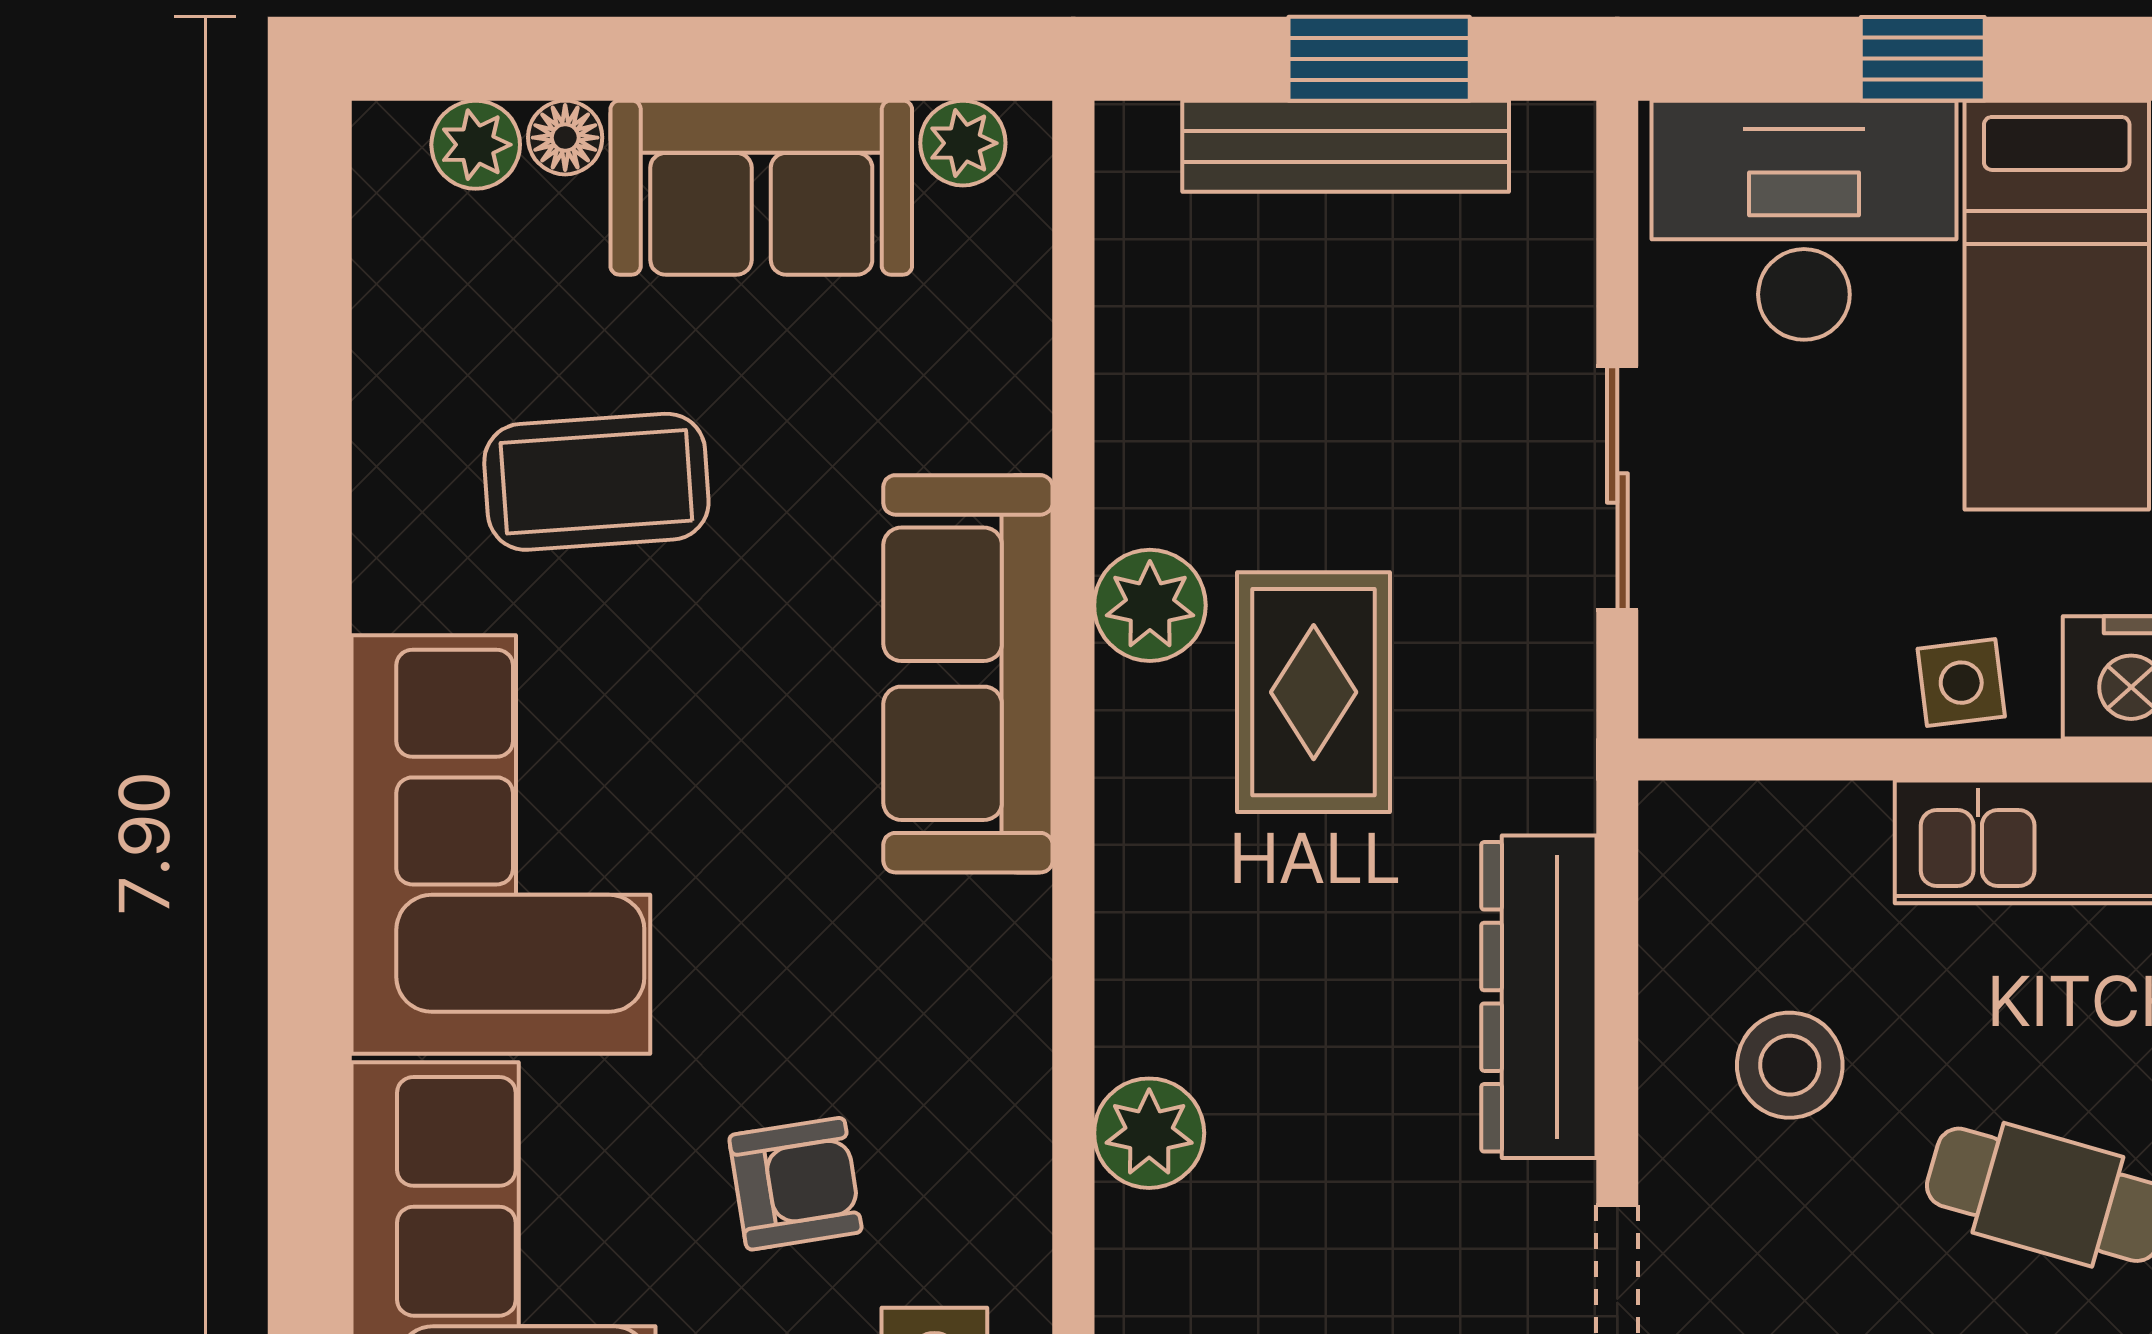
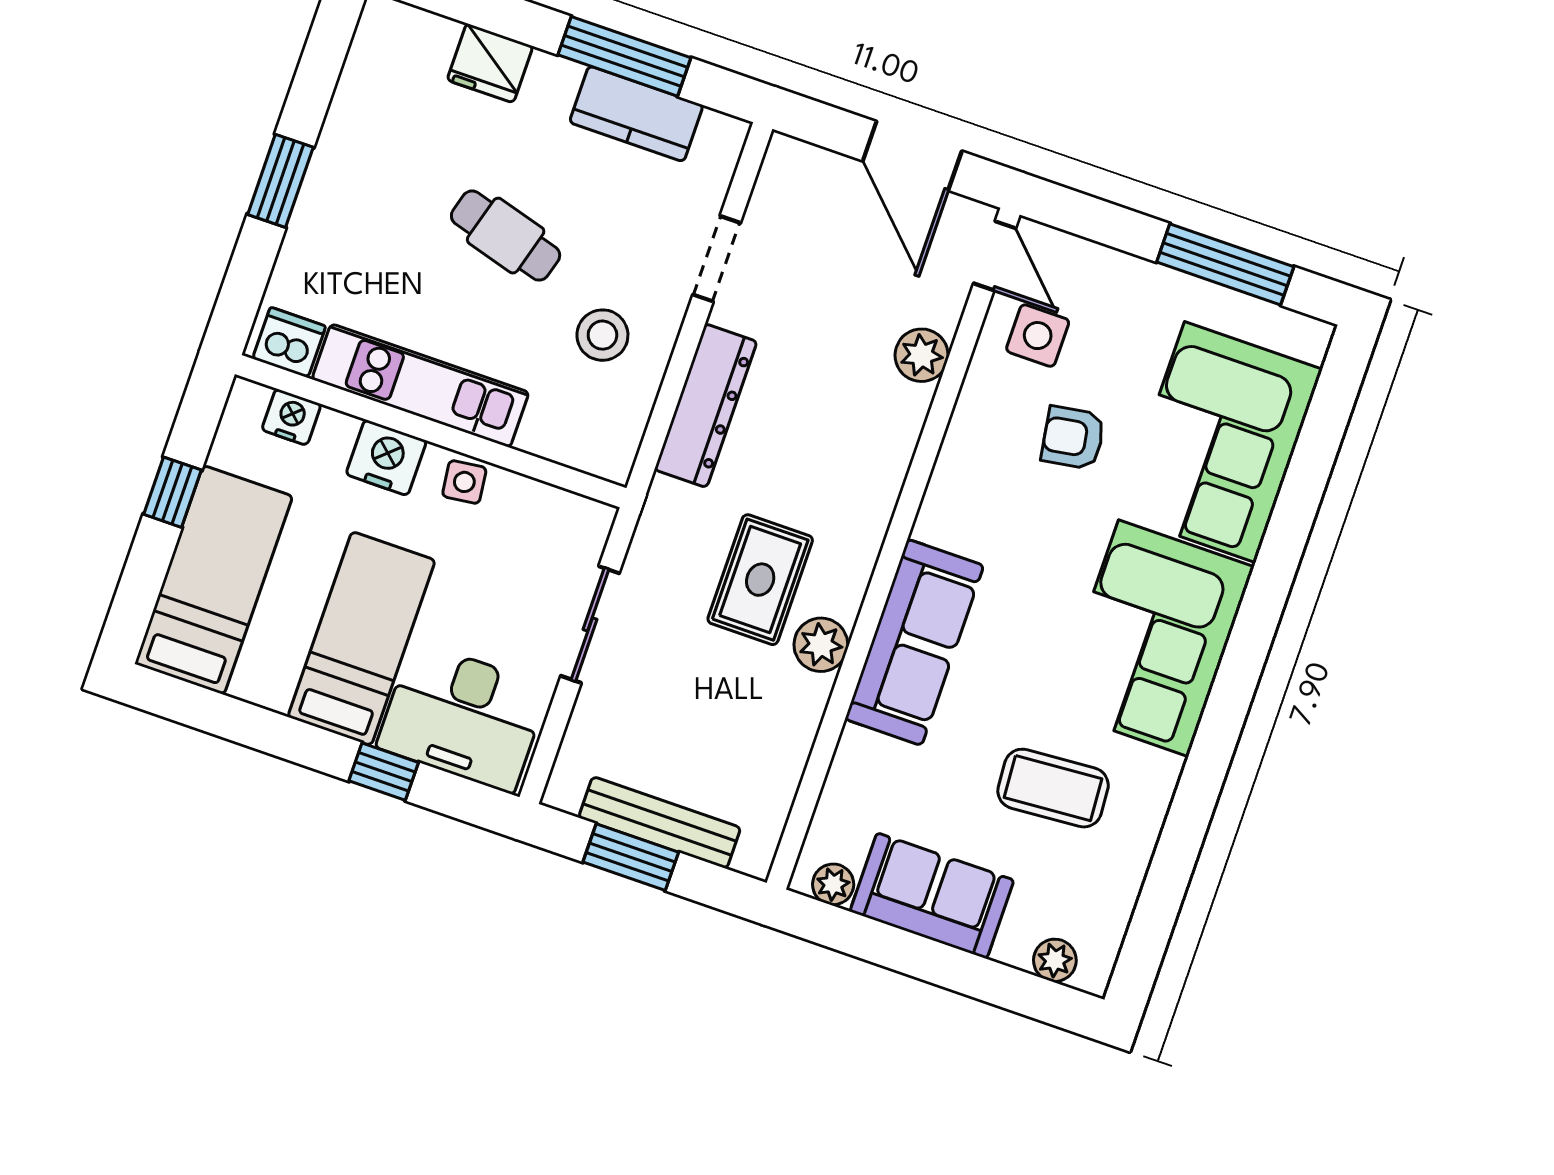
floor lamp: (565, 138) -> (1013, 949), removed
plant: (1149, 1133) -> (922, 355), moved

